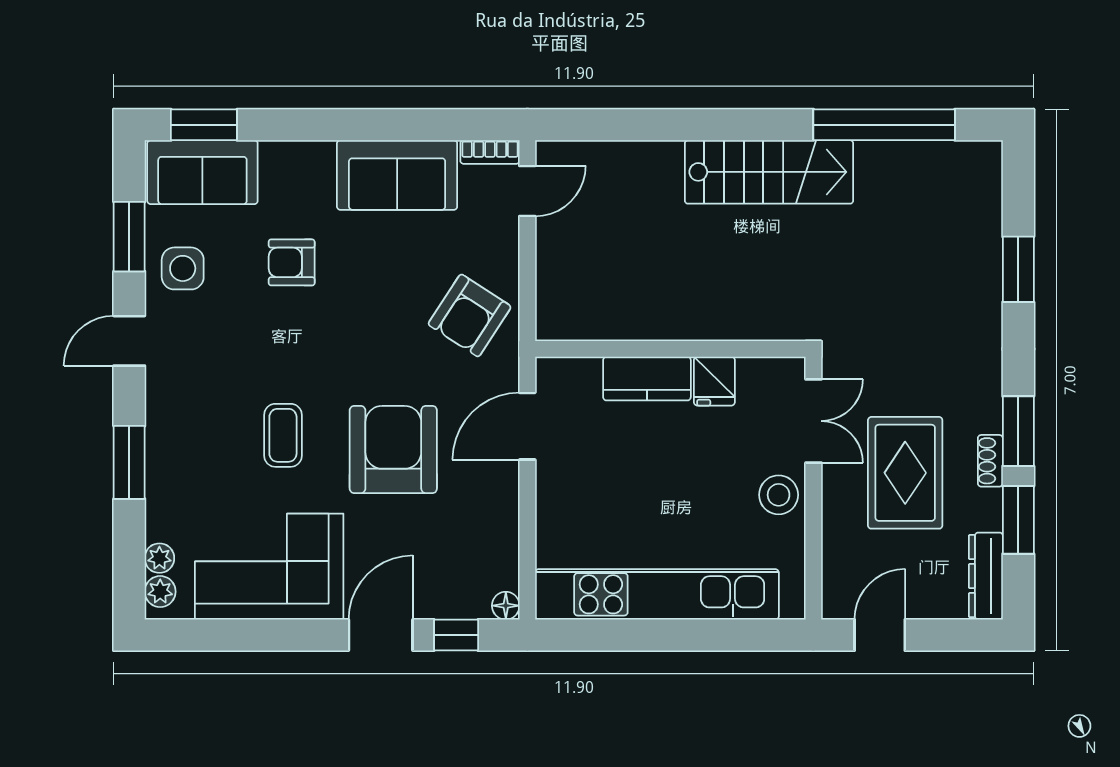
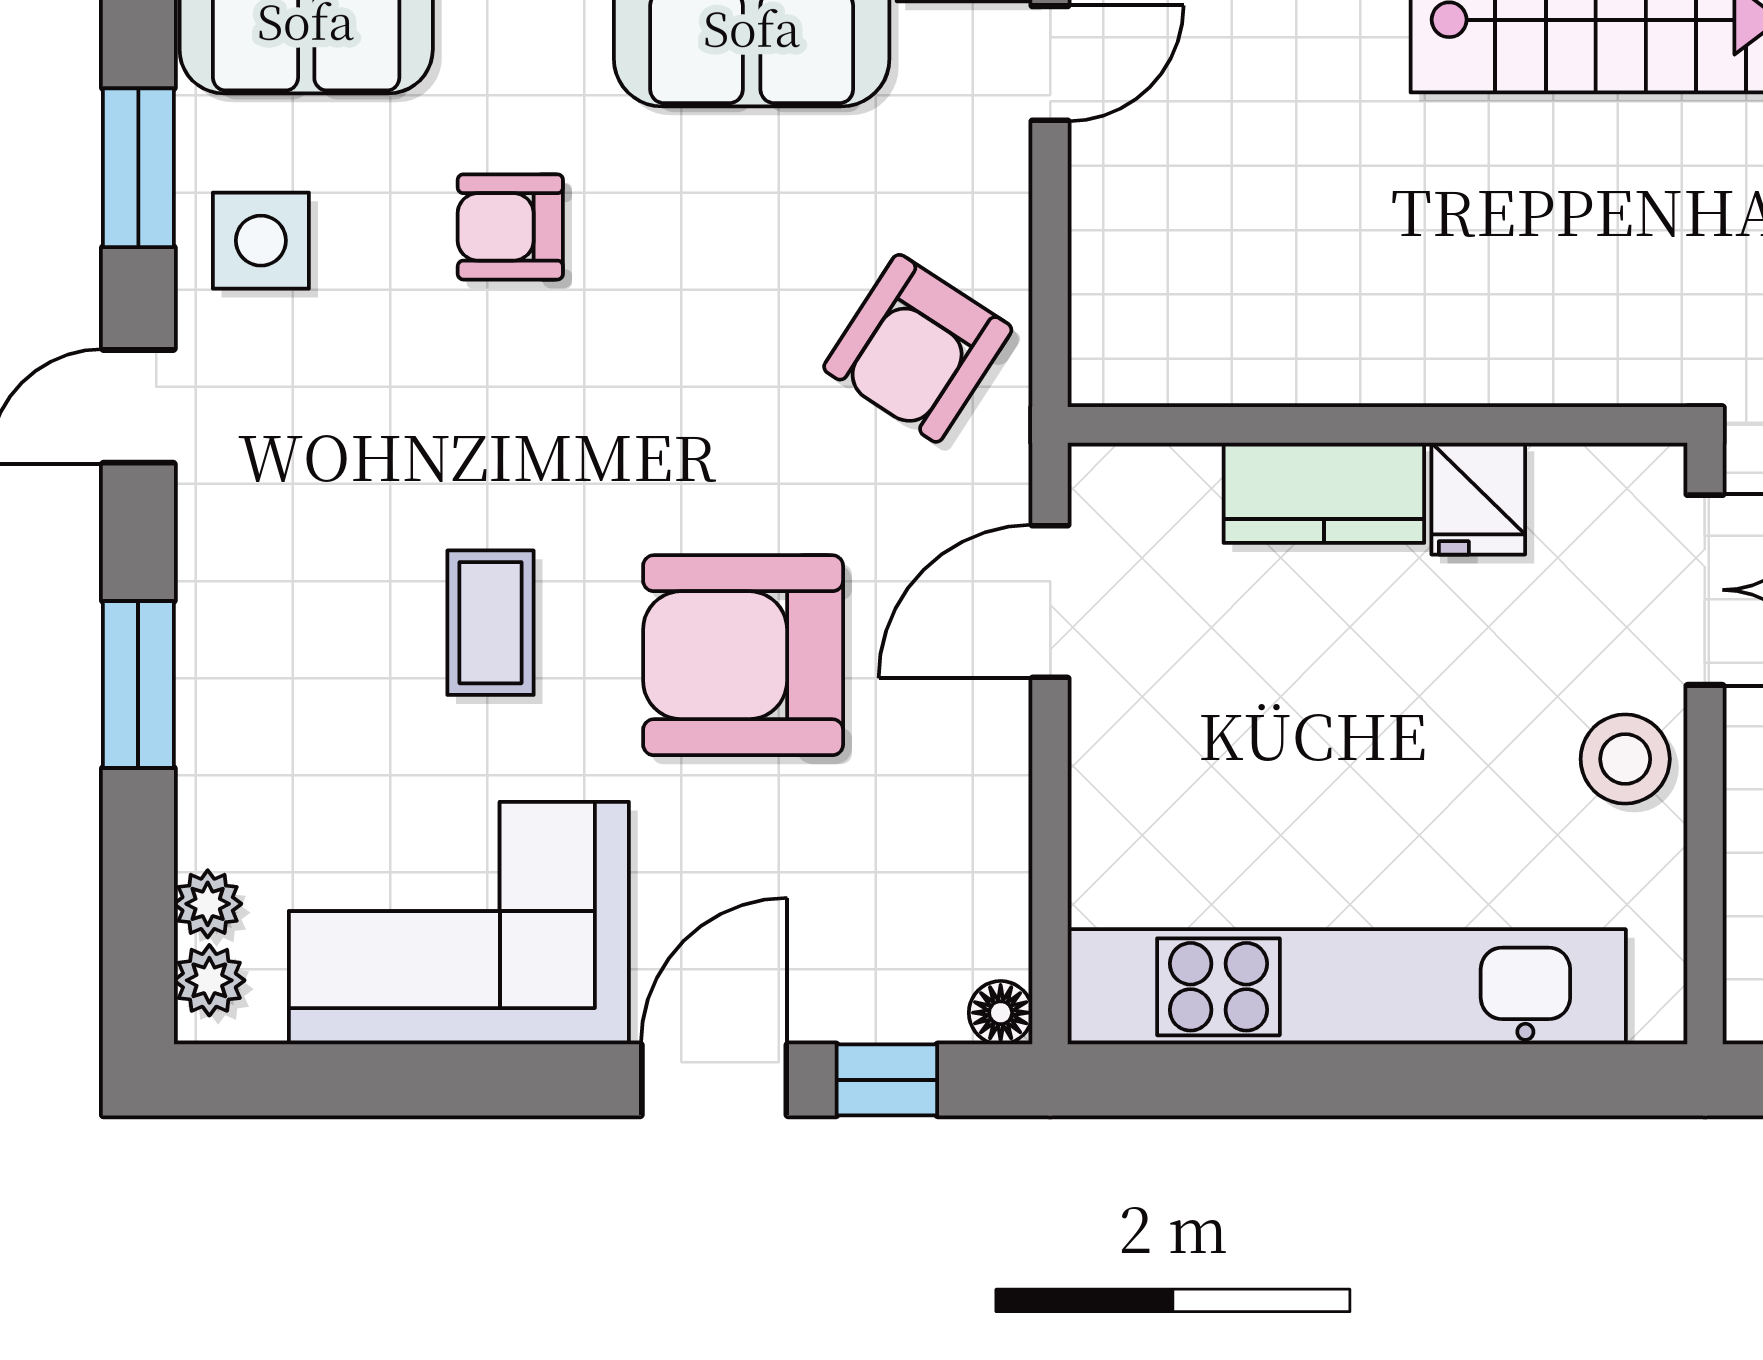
armchair: (393, 450) -> (743, 655), turned -90

